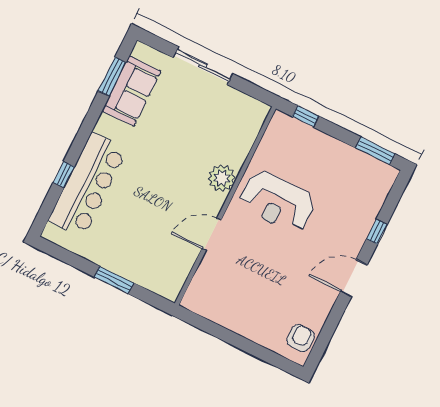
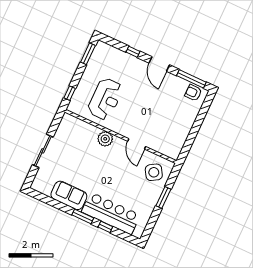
window: (112, 77) -> (83, 216), moved
sofa: (131, 91) -> (69, 195), moved
reception desk: (277, 202) -> (105, 99), moved
side table: (160, 264) -> (154, 172), added
window: (326, 335) -> (191, 79), added

